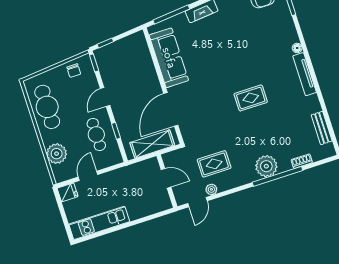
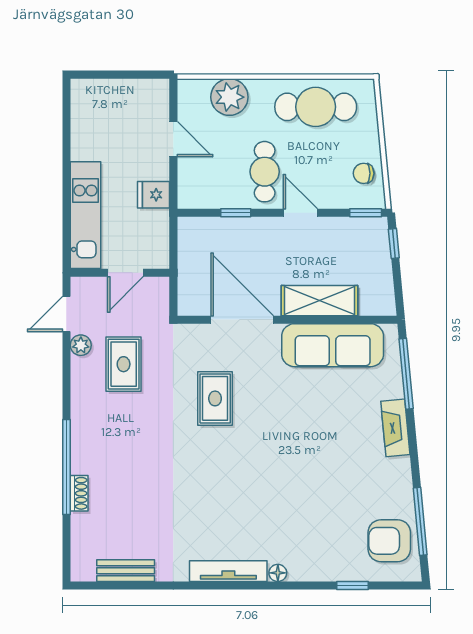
rug: (251, 98) -> (215, 398), moved
cafe table: (96, 135) -> (265, 172), moved, turned 90
shelving: (152, 144) -> (319, 301), moved, turned 90
shoe rack: (302, 161) -> (79, 493), moved
plant: (266, 166) -> (90, 453), removed
fridge: (68, 192) -> (154, 195), moved, turned 90
door: (197, 202) -> (66, 314), hinge flipped
kitchen unit: (99, 223) -> (85, 215), moved

